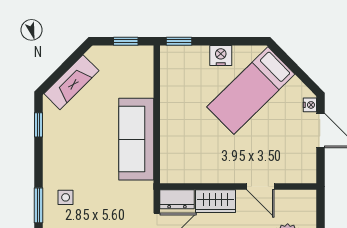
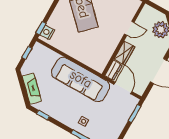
nightstand: (221, 55) -> (47, 32), moved
sofa: (136, 139) -> (81, 79), width x1.36, depth x1.27

